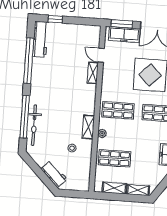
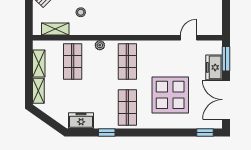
freezer: (124, 35) -> (214, 67), width x0.71
shelving: (93, 73) -> (168, 30), removed
shelving: (88, 127) -> (55, 29), moved

